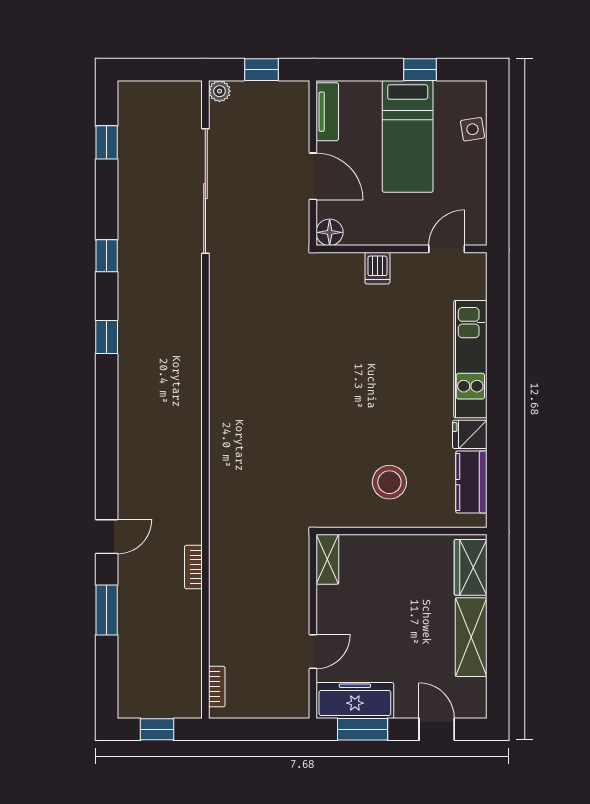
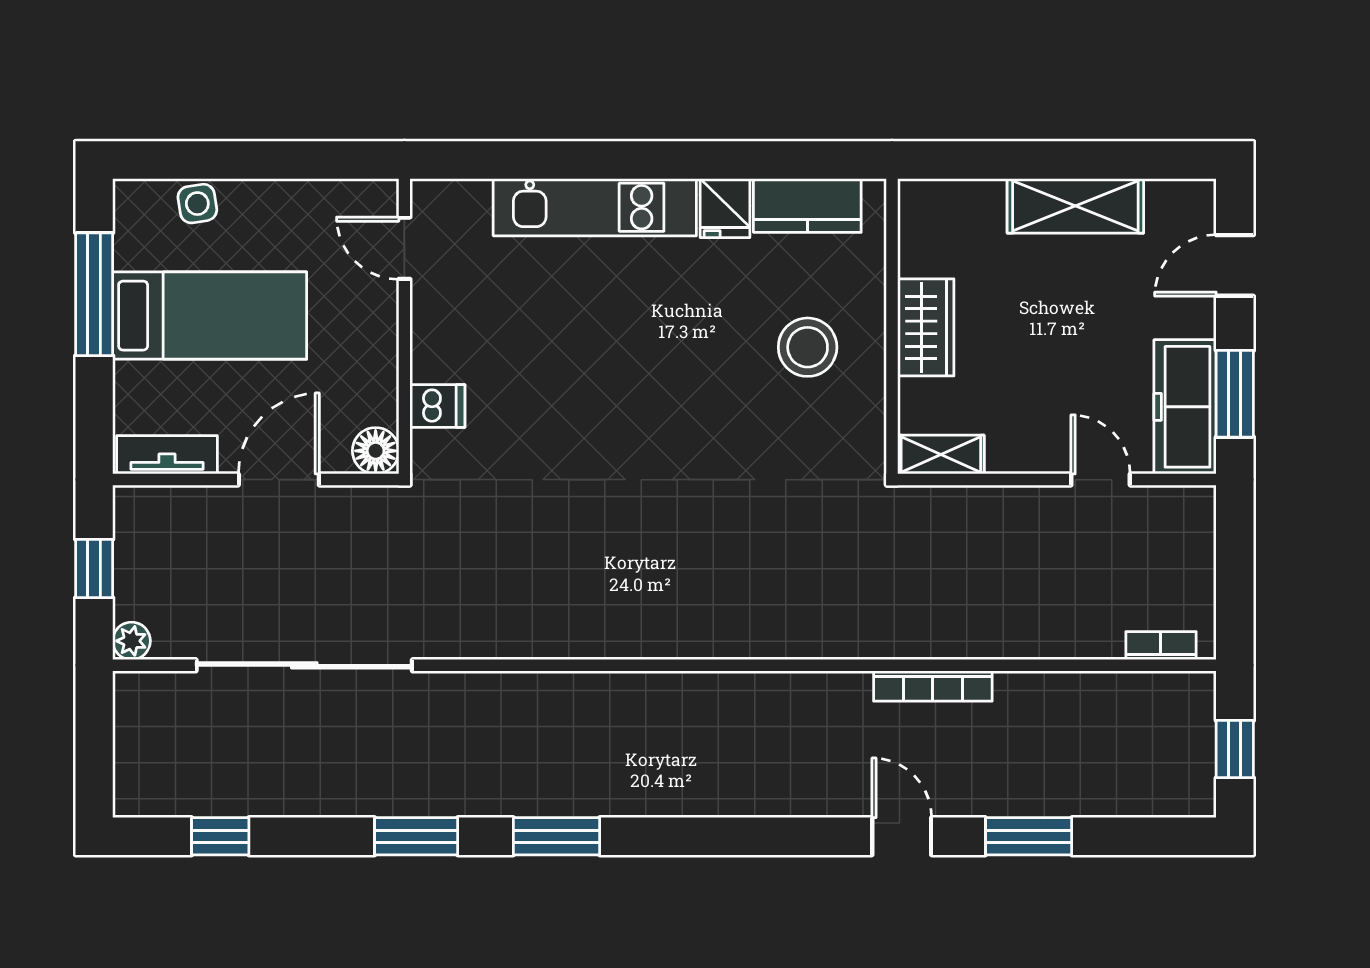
window: (420, 70) -> (94, 294), width x2.17
window: (107, 256) -> (416, 836), width x1.50
dishwasher: (377, 268) -> (437, 406), moved
window: (107, 337) -> (557, 836), width x1.50
bookcase: (193, 567) -> (933, 686), width x1.56
wardrobe: (471, 567) -> (926, 327), moved, turned -90

